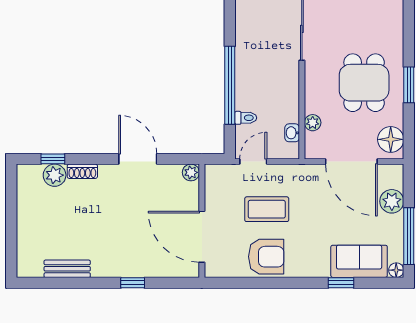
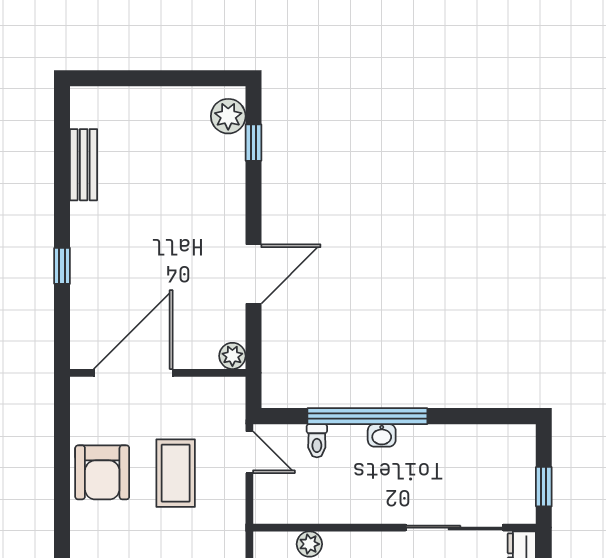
washbasin: (292, 133) -> (382, 435), moved, turned 180
shoe rack: (82, 171) -> (234, 188), removed
plant: (55, 175) -> (228, 116), moved

